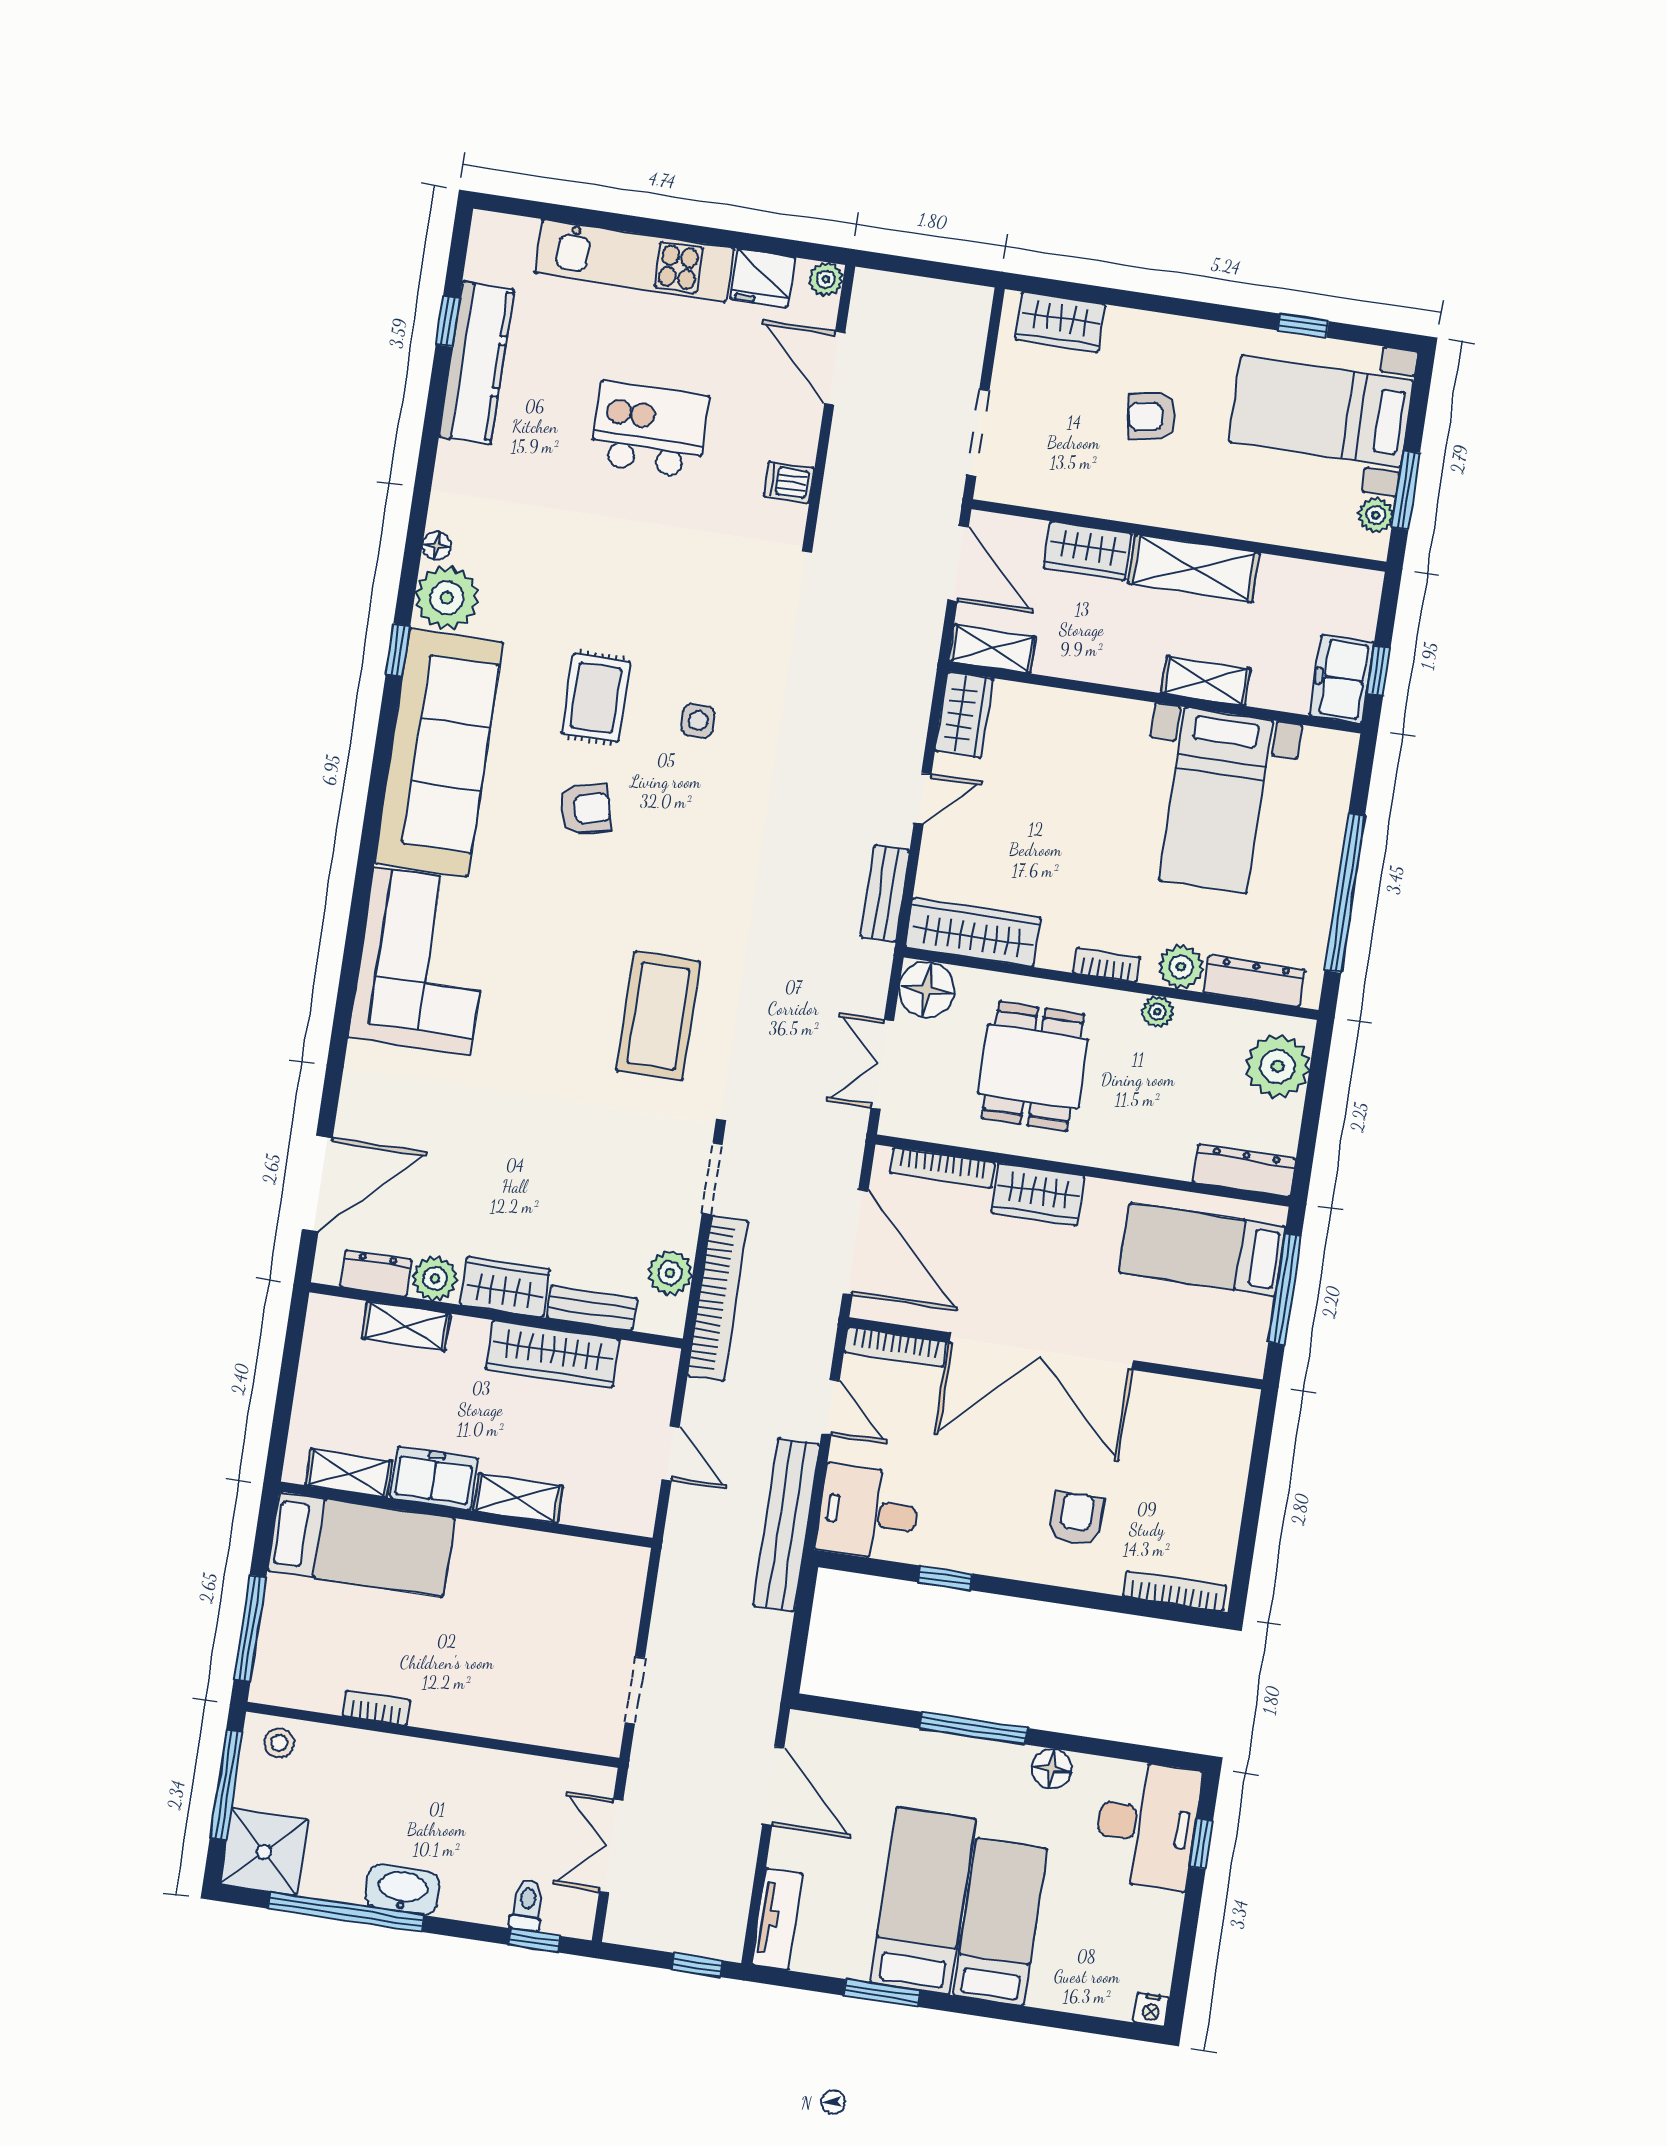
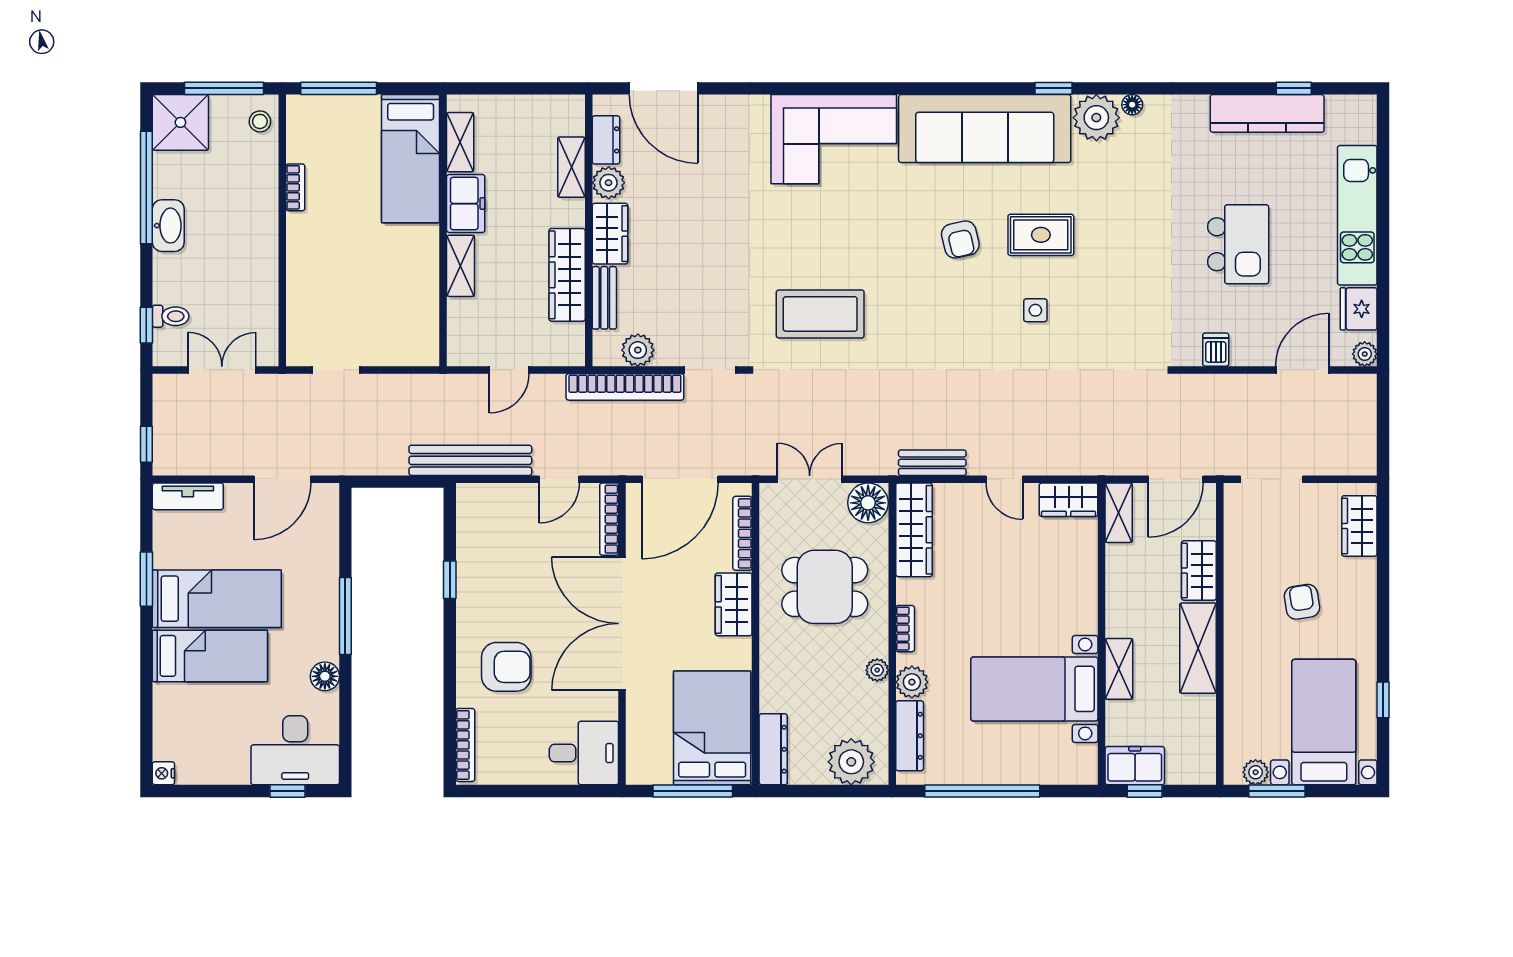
bed: (1203, 1249) -> (712, 728), width x1.50
desk: (868, 1513) -> (584, 753), moved, turned 90
armchair: (1076, 1519) -> (506, 667), width x1.38, depth x1.38

